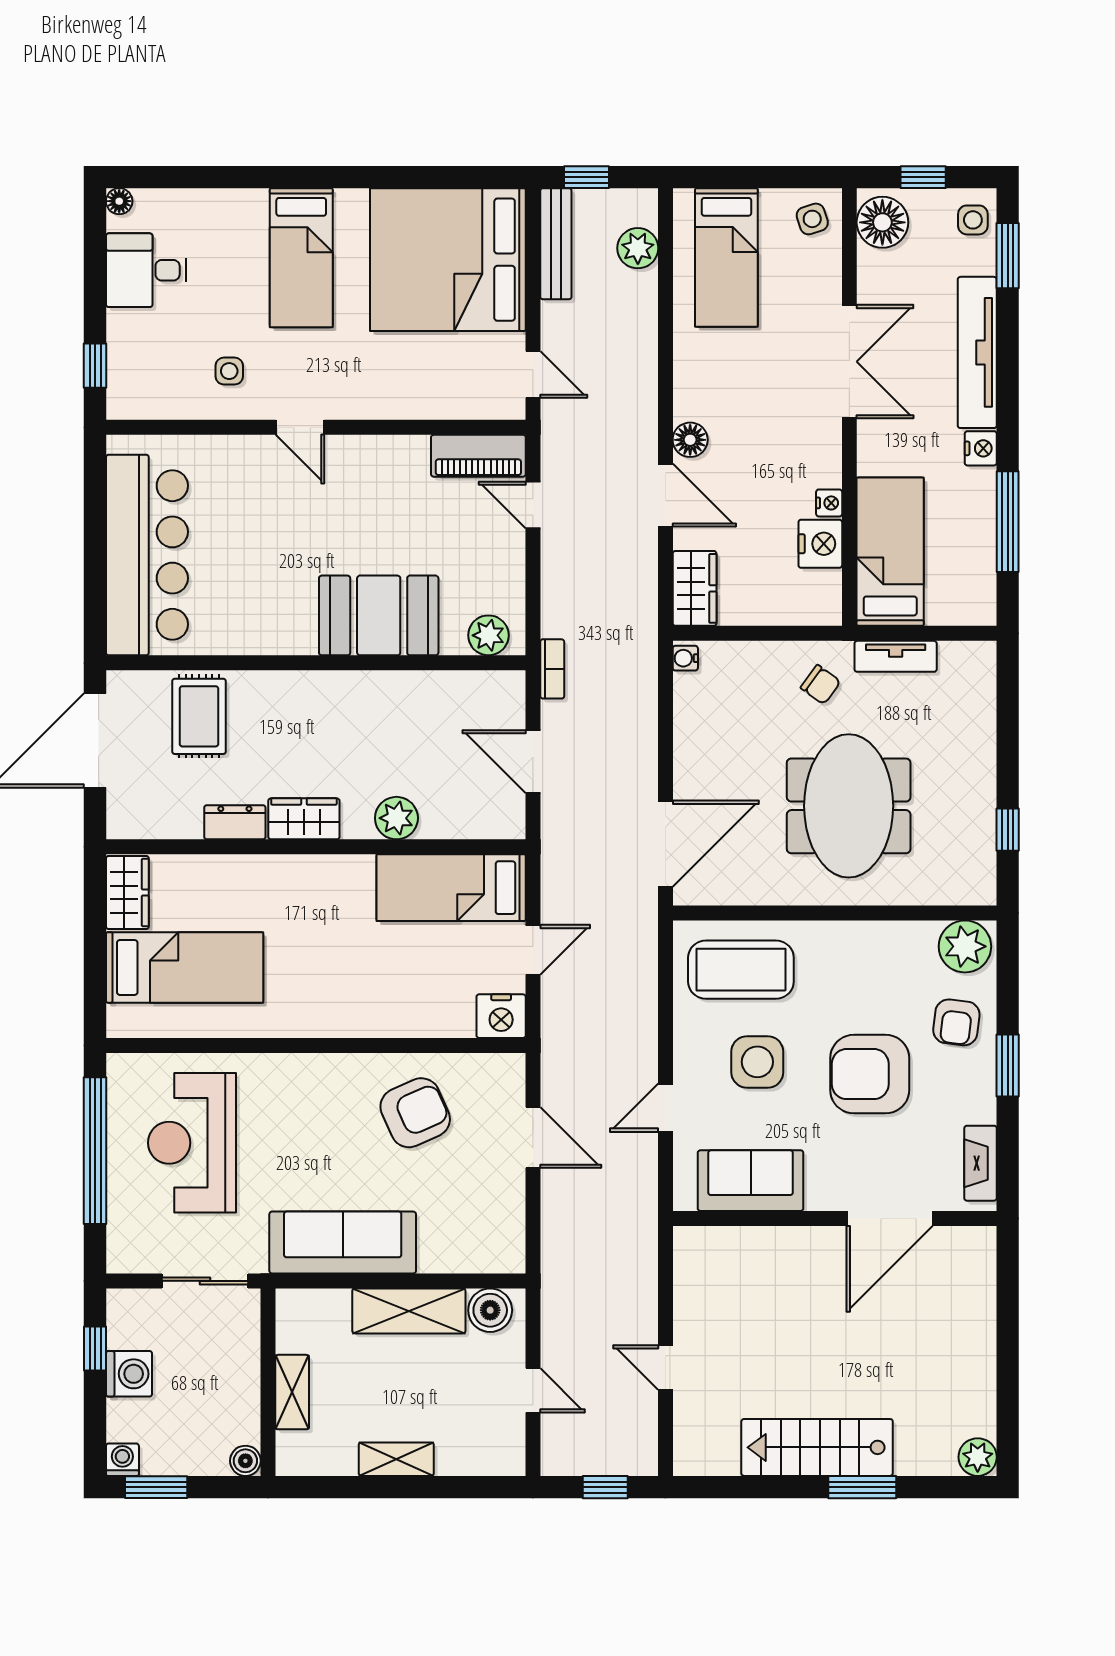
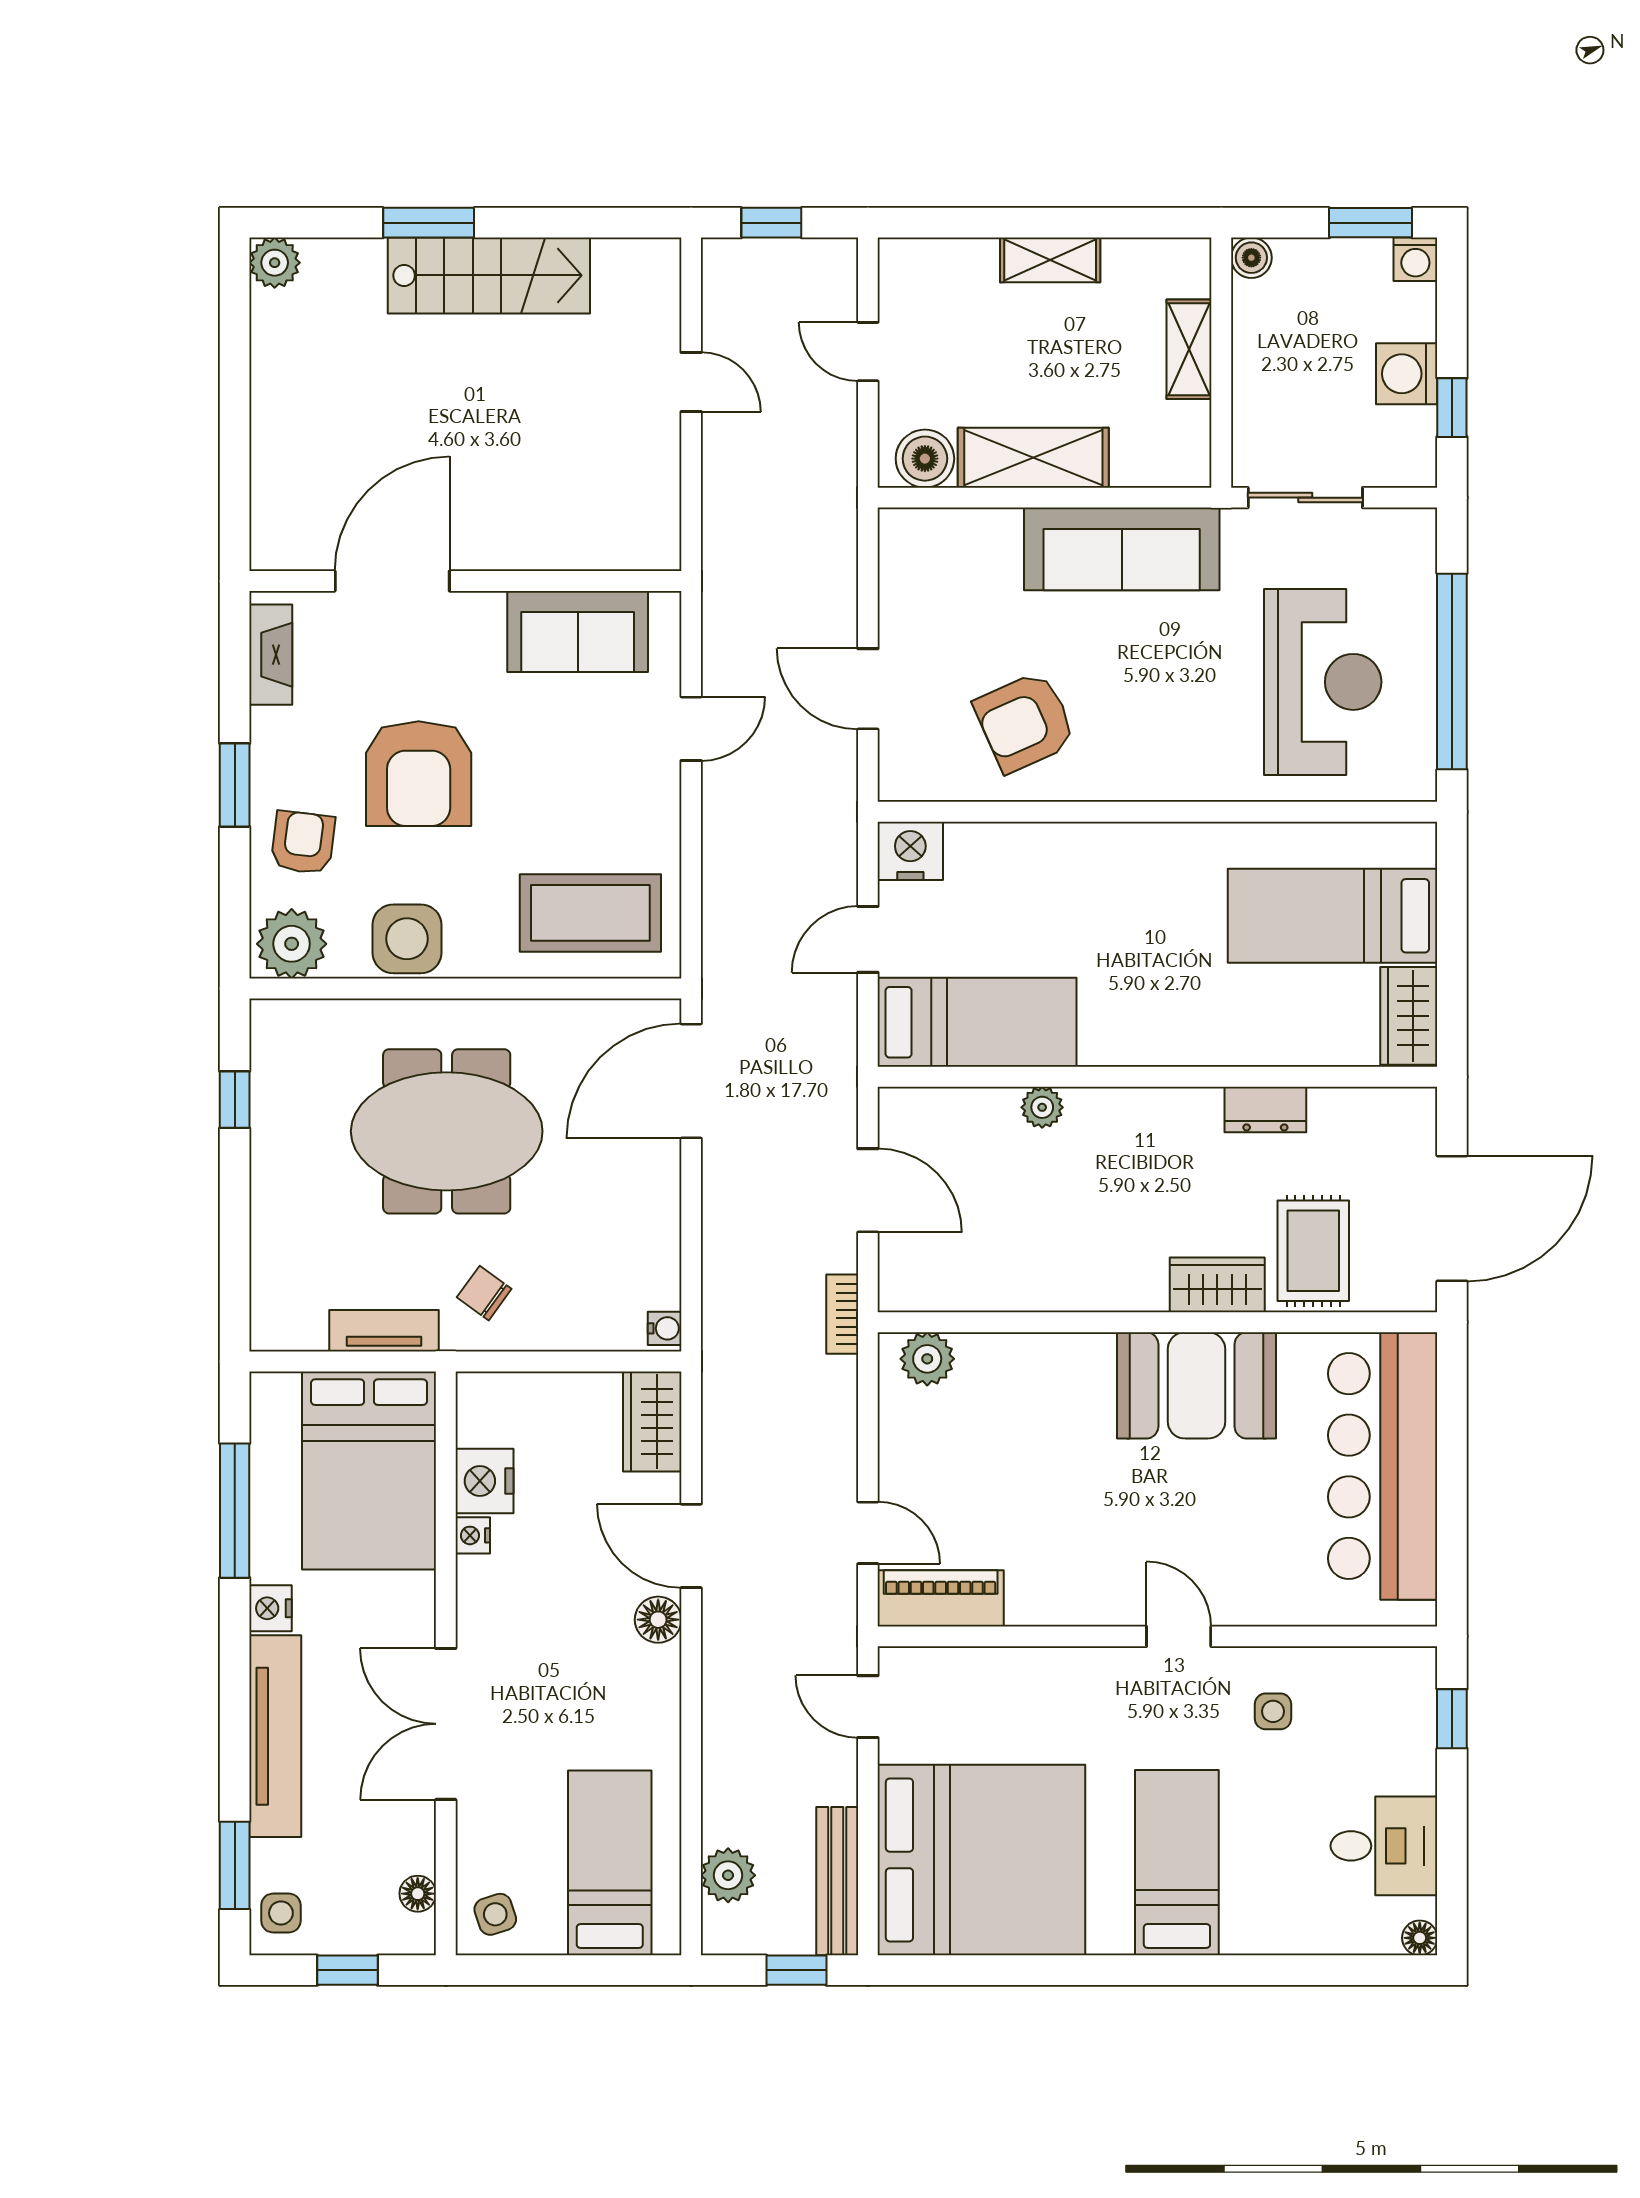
floor lamp: (882, 222) -> (418, 1894), width x0.53, depth x0.53
bed: (890, 552) -> (369, 1470), width x1.50
booth: (379, 615) -> (1196, 1385), moved
meeting table: (849, 806) -> (447, 1131), turned 90
plant: (396, 818) -> (1042, 1107), width x0.73, depth x0.73
wardrobe: (304, 819) -> (1217, 1285), moved, turned 180
side table: (757, 1062) -> (407, 939), moved
armchair: (870, 1074) -> (419, 774), turned 90

